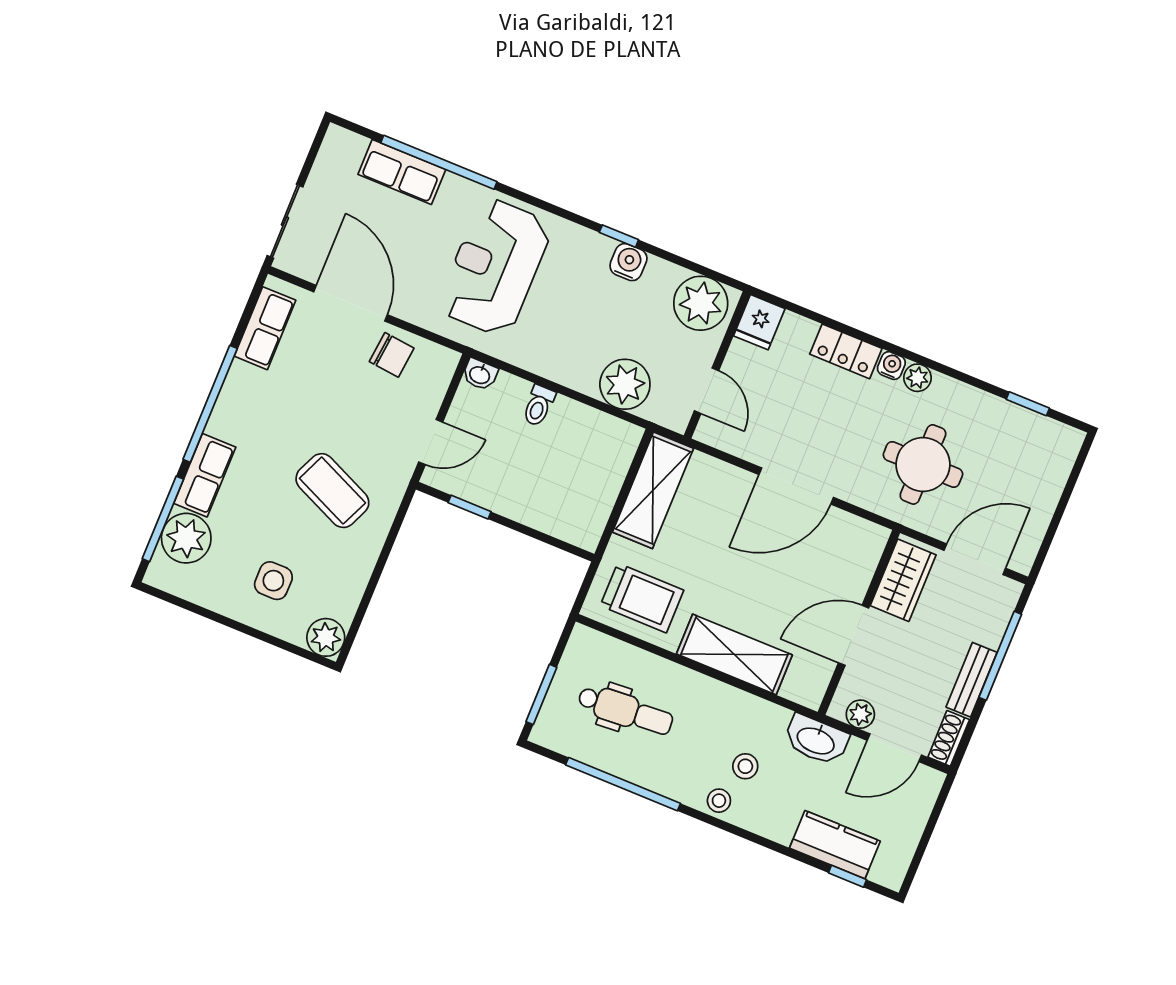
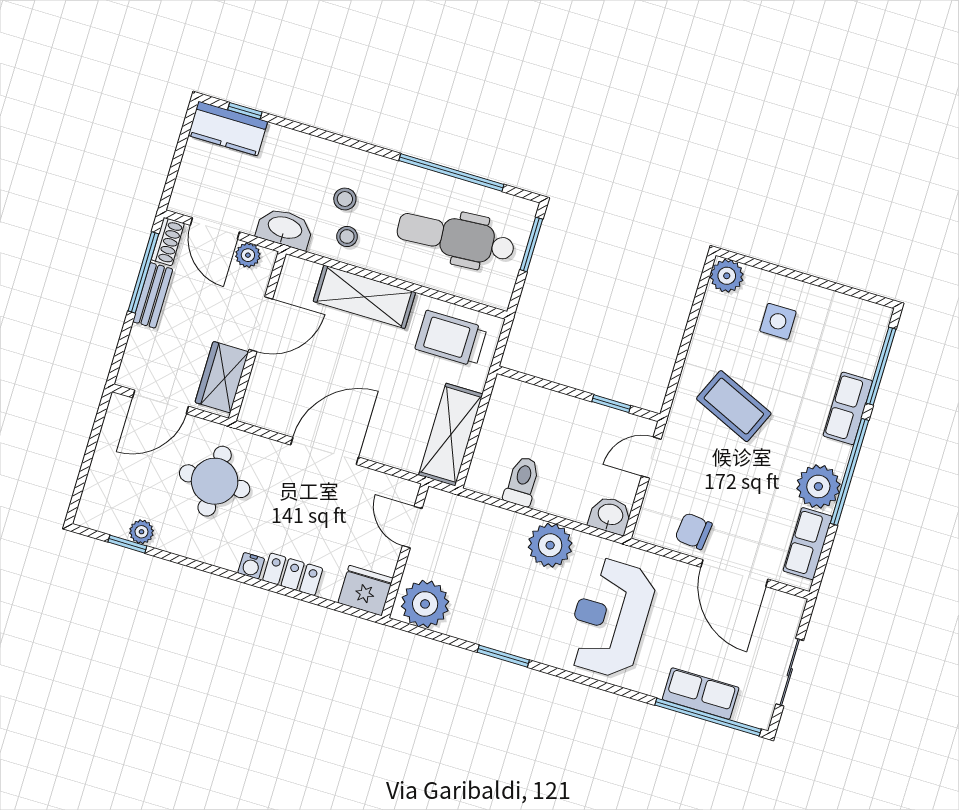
window: (439, 162) -> (708, 717), moved
sliding door: (285, 221) -> (790, 672), moved
window: (619, 236) -> (503, 656), width x1.50
water cooler: (628, 262) -> (493, 634), removed
reception desk: (495, 267) -> (610, 618), turned 180
fridge: (759, 322) -> (366, 591), width x1.38
washbasin: (480, 374) -> (610, 515), width x1.38, depth x1.45
plant: (917, 378) -> (141, 532), moved
plant: (625, 384) -> (550, 545), moved
toilet: (539, 406) -> (522, 481), moved, width x1.37, depth x1.39
plant: (186, 538) -> (818, 486), moved
window: (1000, 656) -> (143, 272), moved
dental chair: (625, 710) -> (456, 238), width x1.36, depth x1.38
door: (894, 748) -> (215, 228), swing flipped
stool: (719, 801) -> (347, 237), moved
kitchen counter: (835, 845) -> (228, 128), moved

